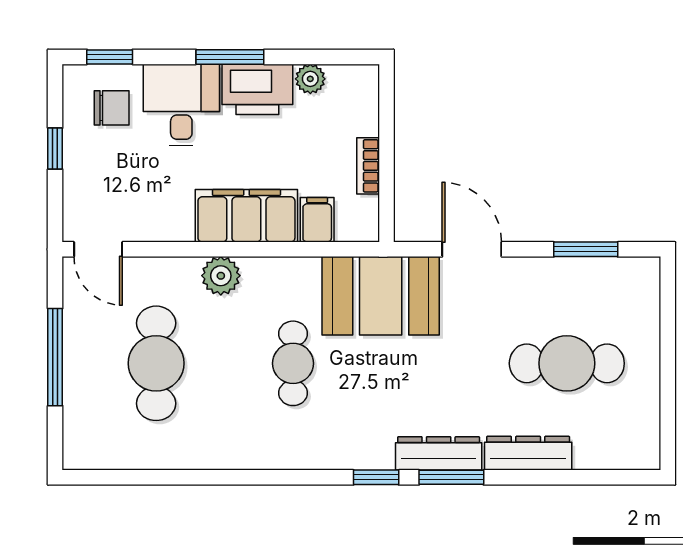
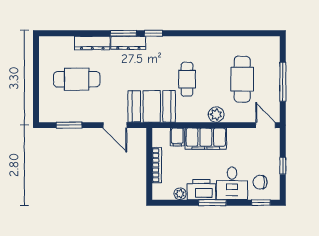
bookcase: (368, 166) -> (157, 165), width x1.56

